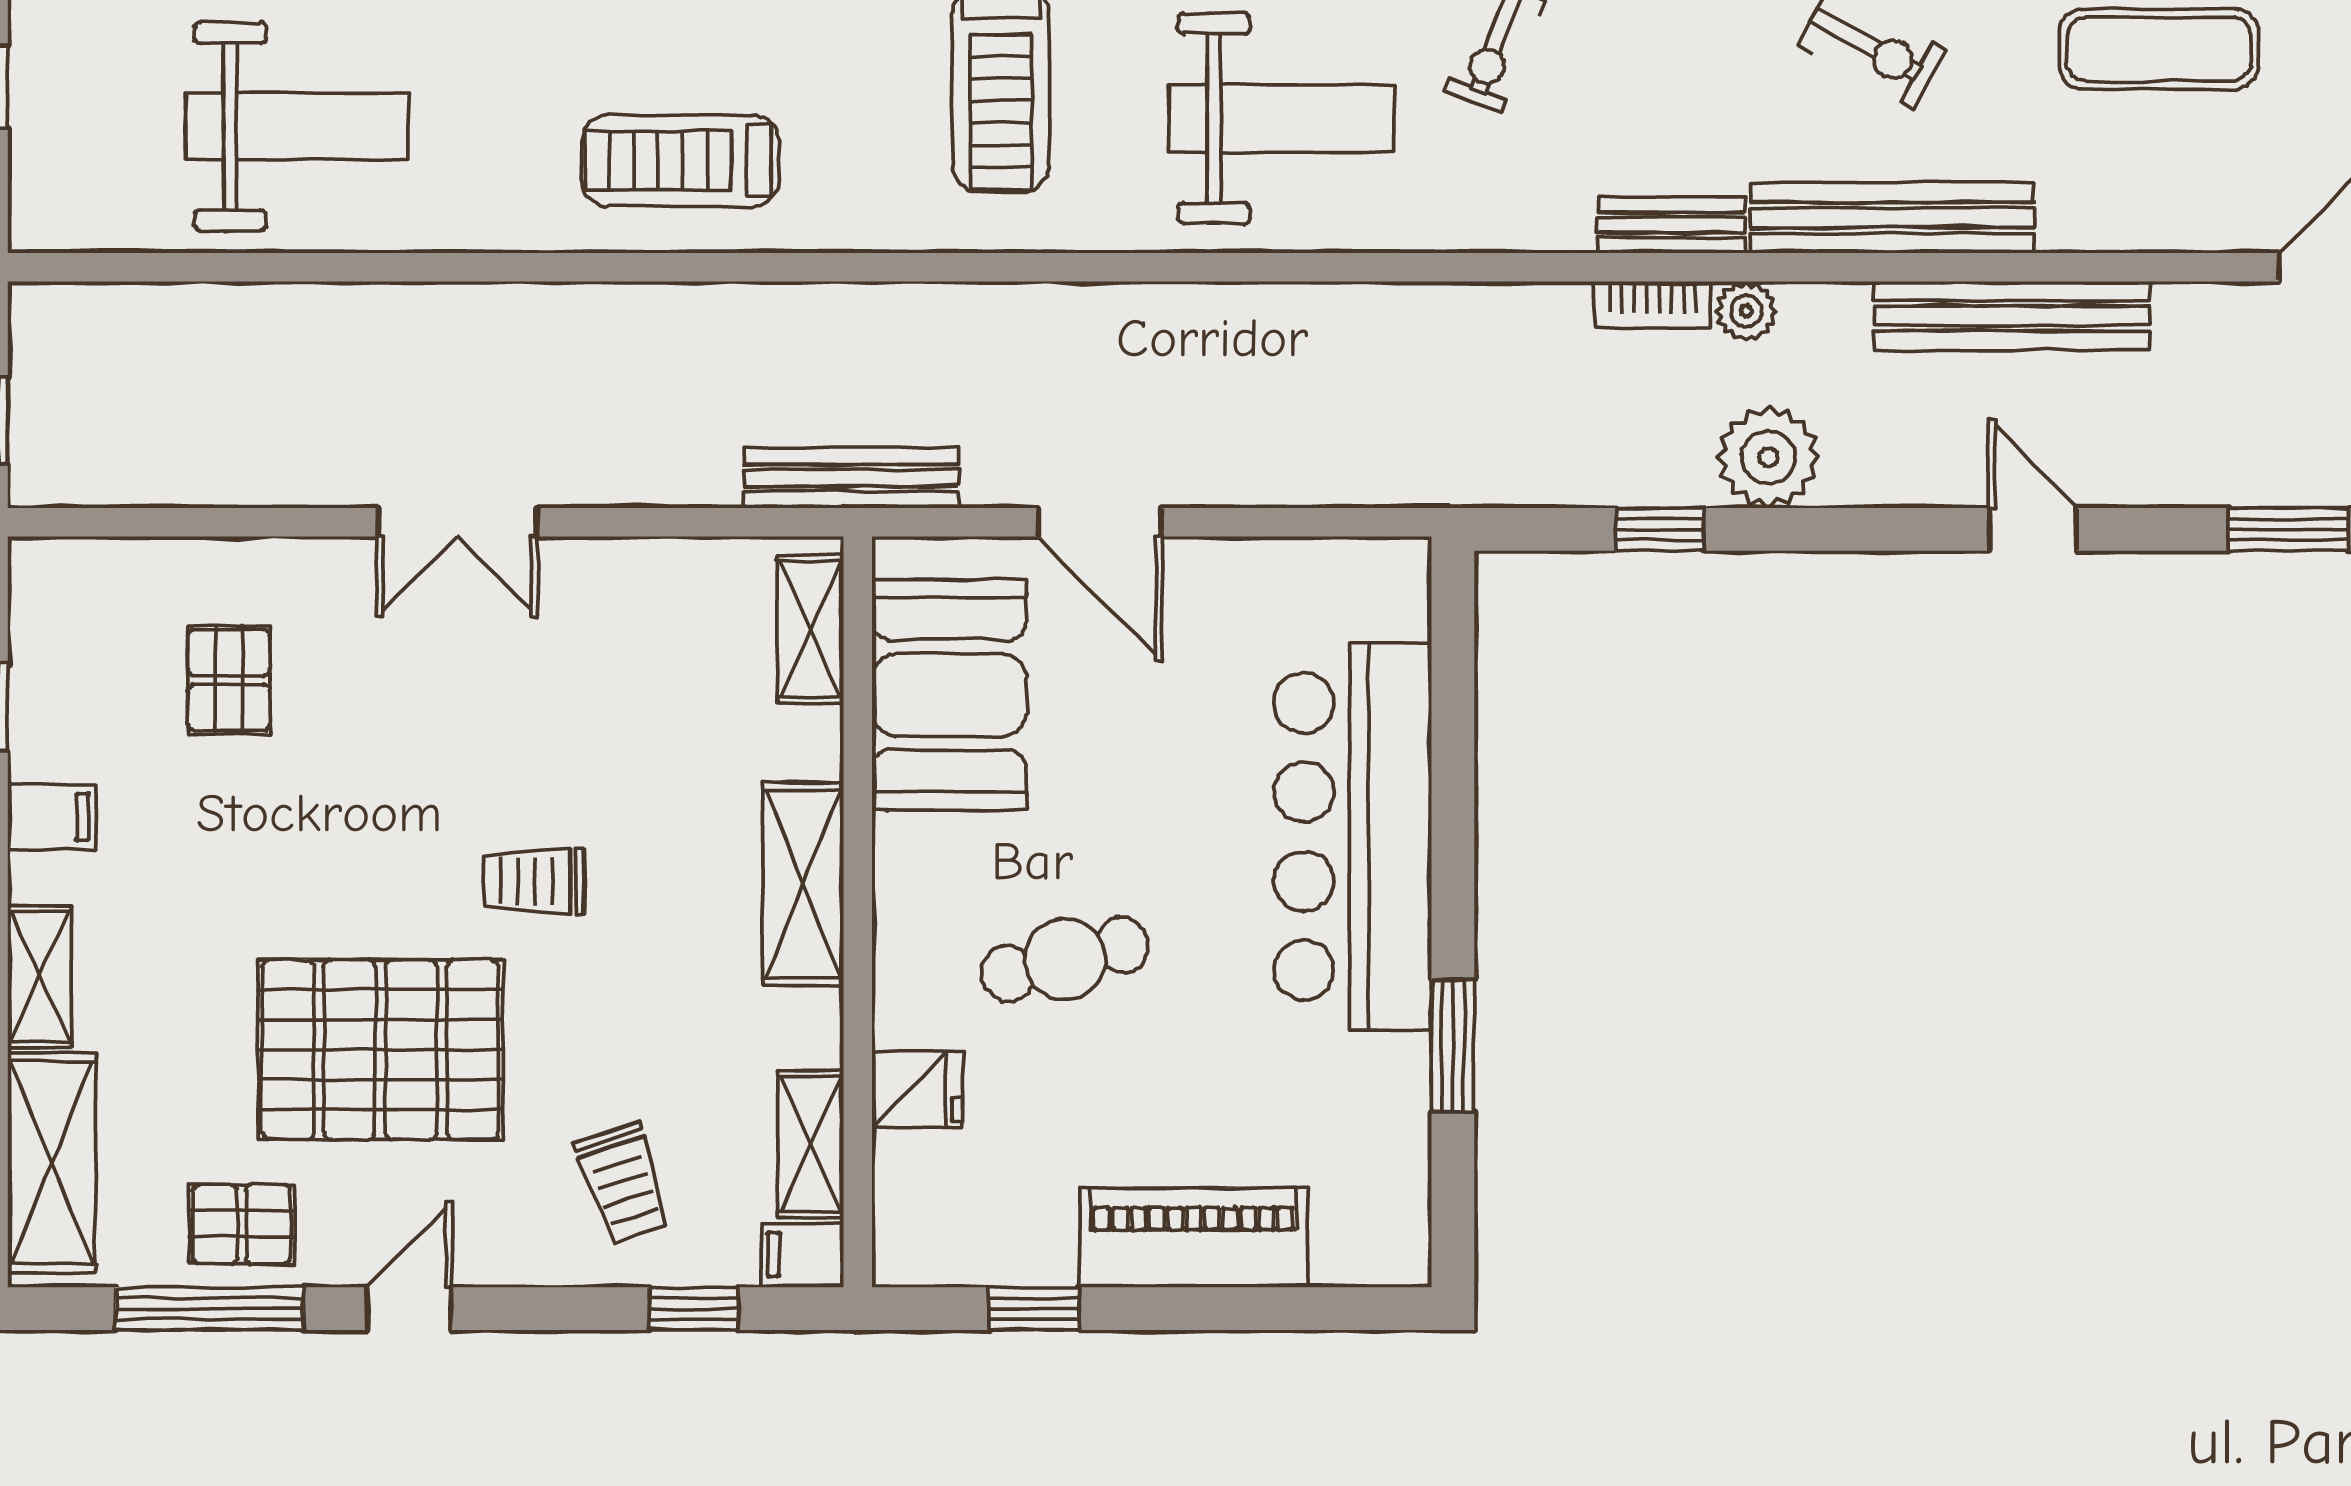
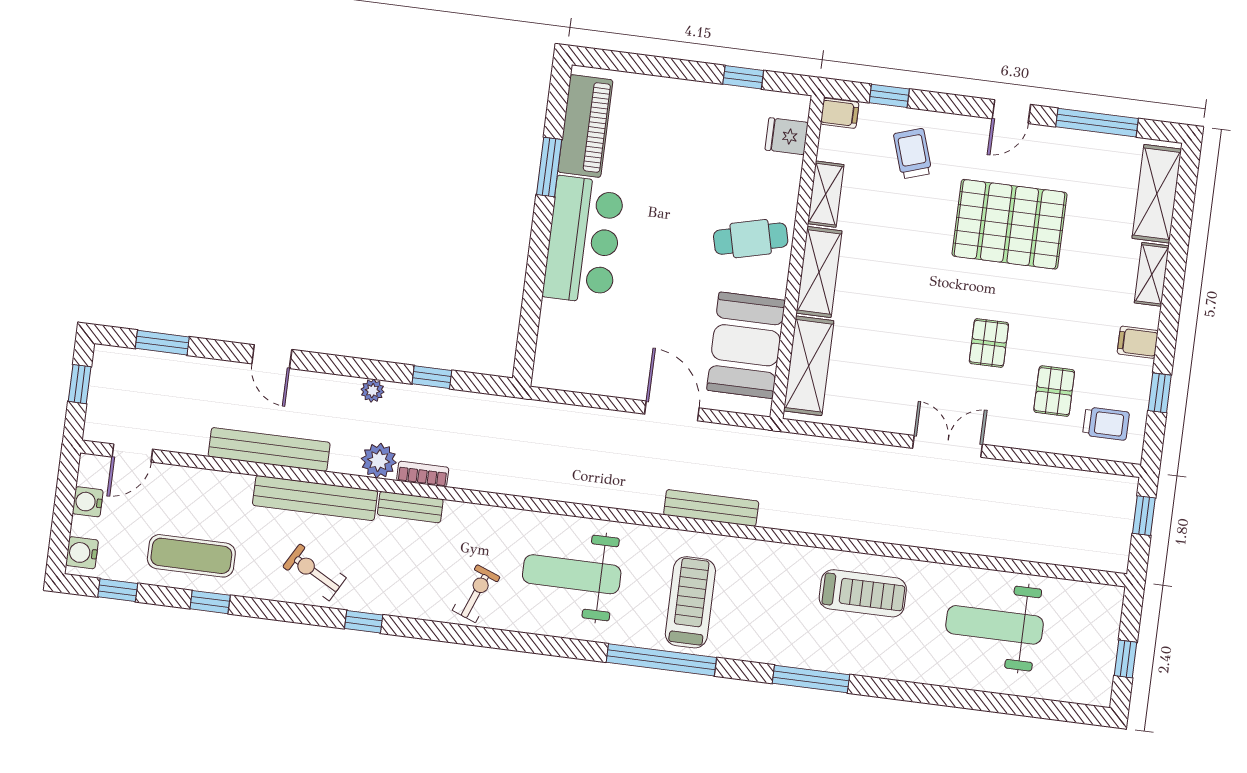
treadmill: (680, 160) -> (863, 593), moved
plant: (1746, 311) -> (379, 461), width x1.38, depth x1.38
plant: (1768, 457) -> (372, 391), width x0.53, depth x0.53
bench: (851, 478) -> (711, 508), moved
shelving: (810, 629) -> (809, 366), width x1.50, depth x1.33
bar counter: (1353, 837) -> (583, 240), width x0.73
trolley: (534, 881) -> (1106, 424), moved
cafe table: (1065, 959) -> (751, 239), moved
fridge: (917, 1089) -> (787, 136), moved
shelving: (811, 1144) -> (826, 194), moved
pallet: (241, 1224) -> (989, 343), moved, turned 90
piano: (1193, 1238) -> (585, 126), moved, turned -90

